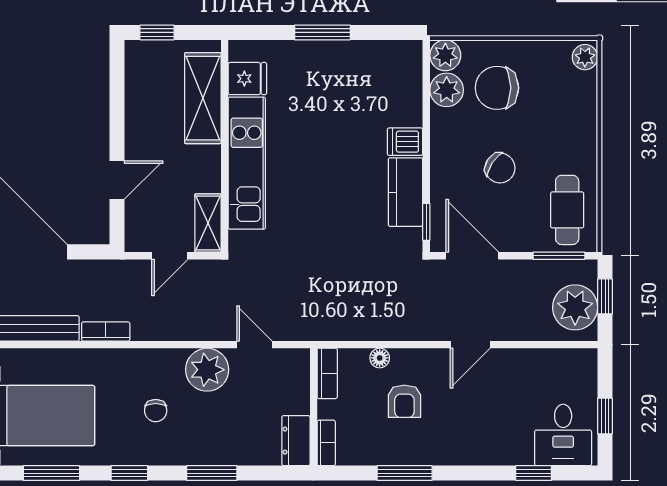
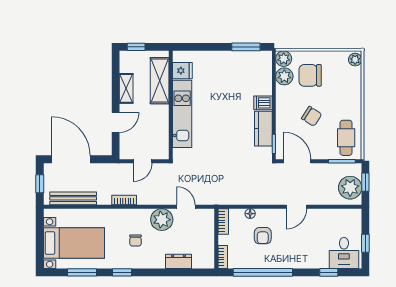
window: (322, 32) -> (246, 47), moved
shelving: (208, 223) -> (126, 88), moved
bookcase: (106, 331) -> (124, 200), moved
dresser: (296, 441) -> (178, 261), moved, turned 90
window: (212, 473) -> (164, 272), removed
window: (405, 473) -> (263, 272), width x2.11

